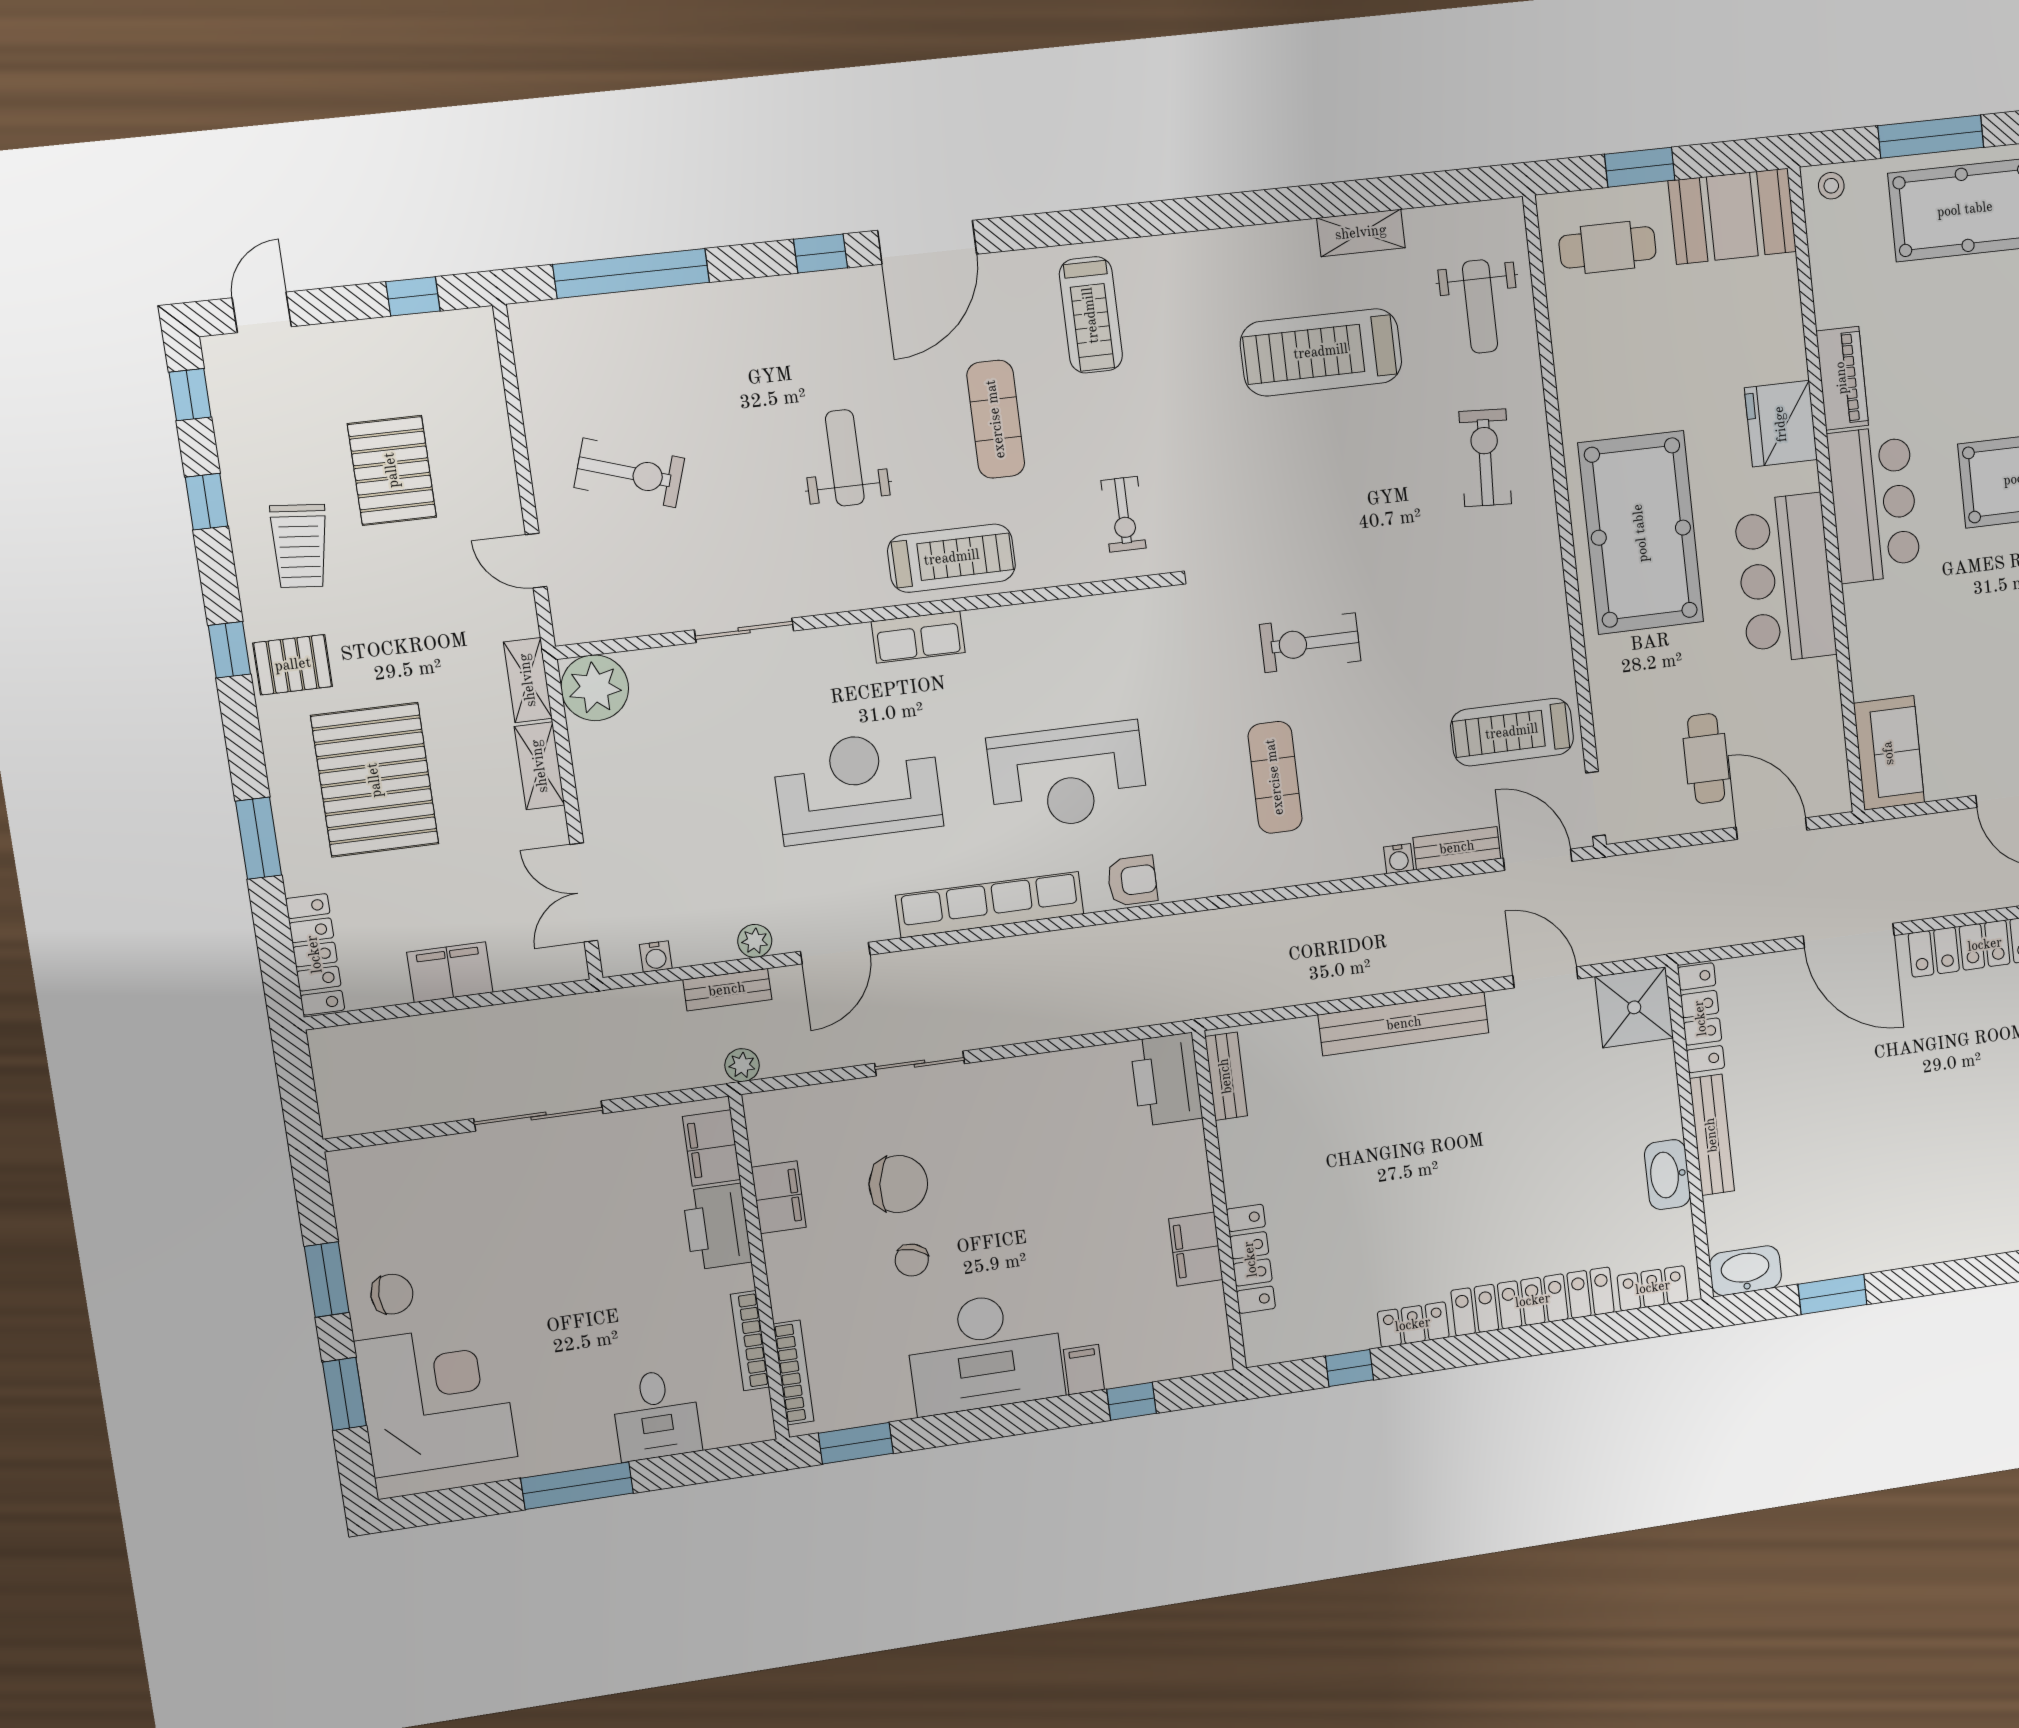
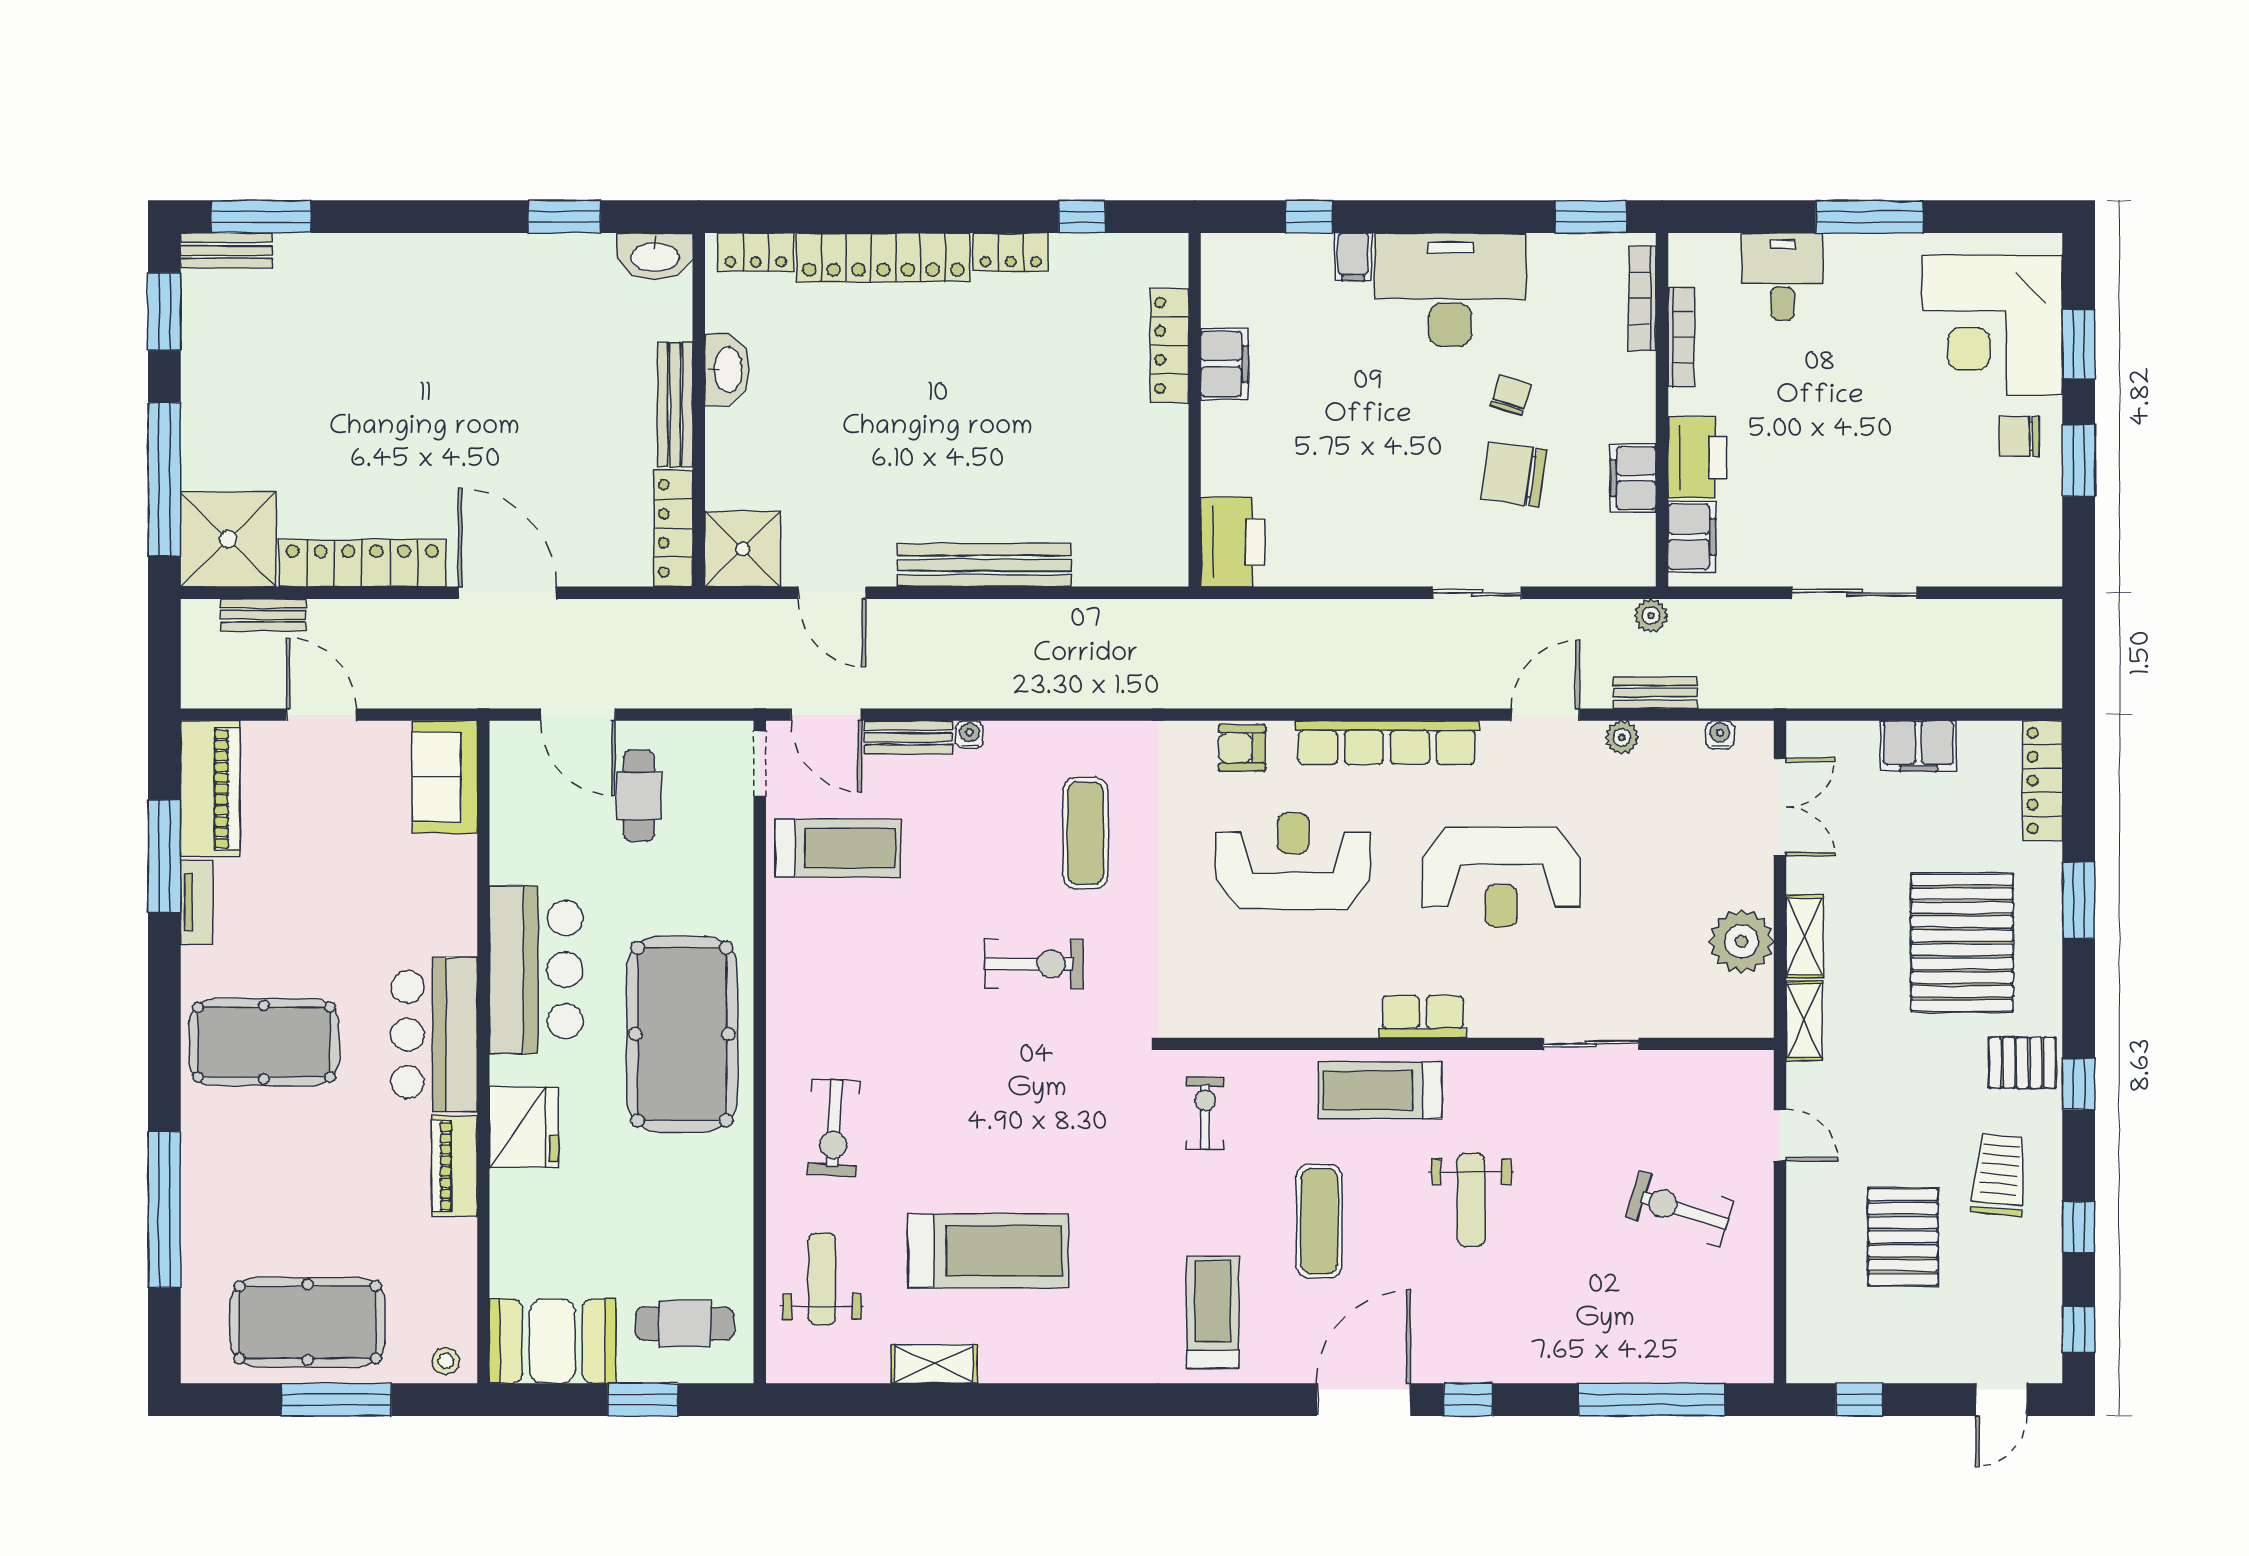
plant: (595, 688) -> (1742, 941), moved
bench: (1226, 1076) -> (1172, 537), removed

